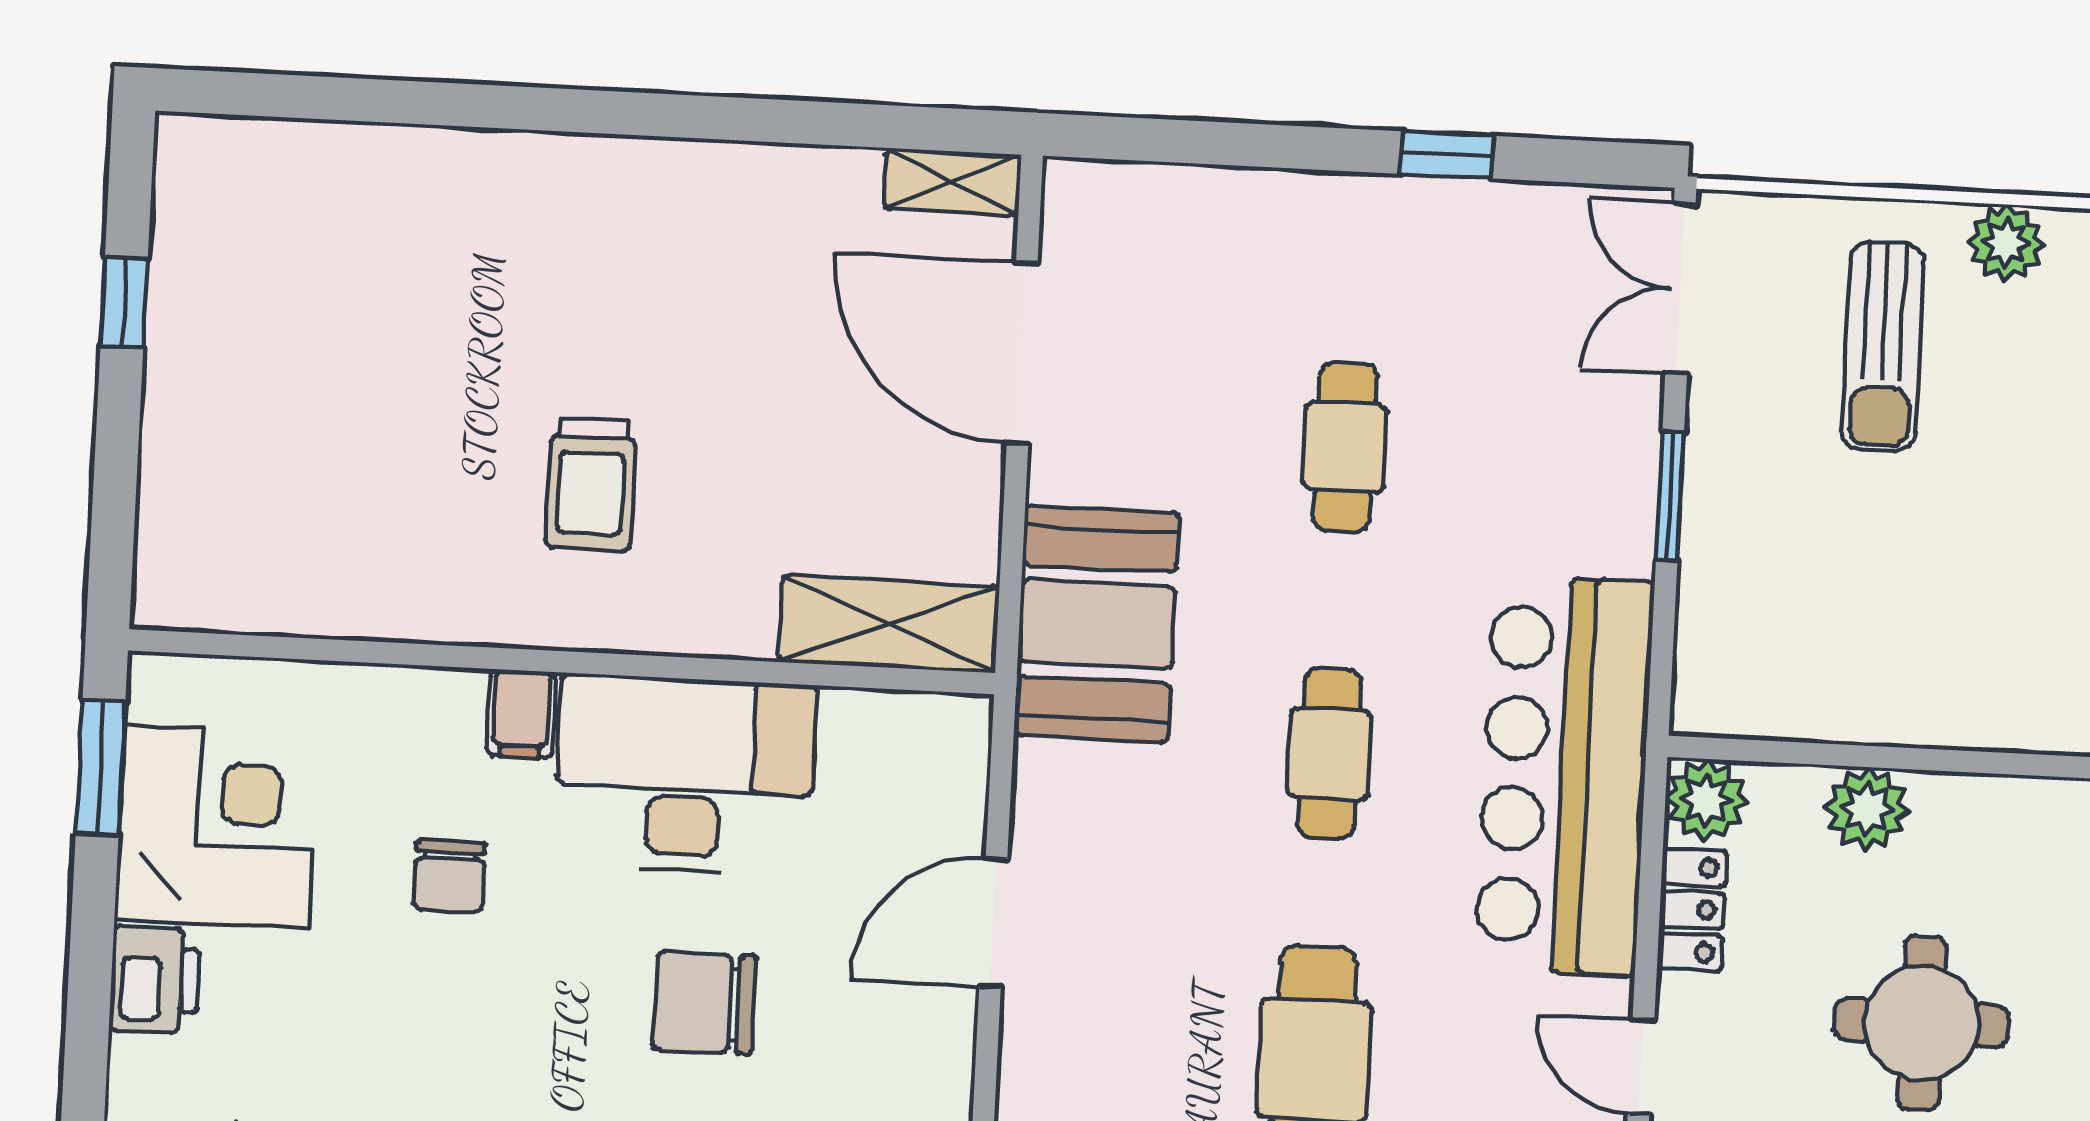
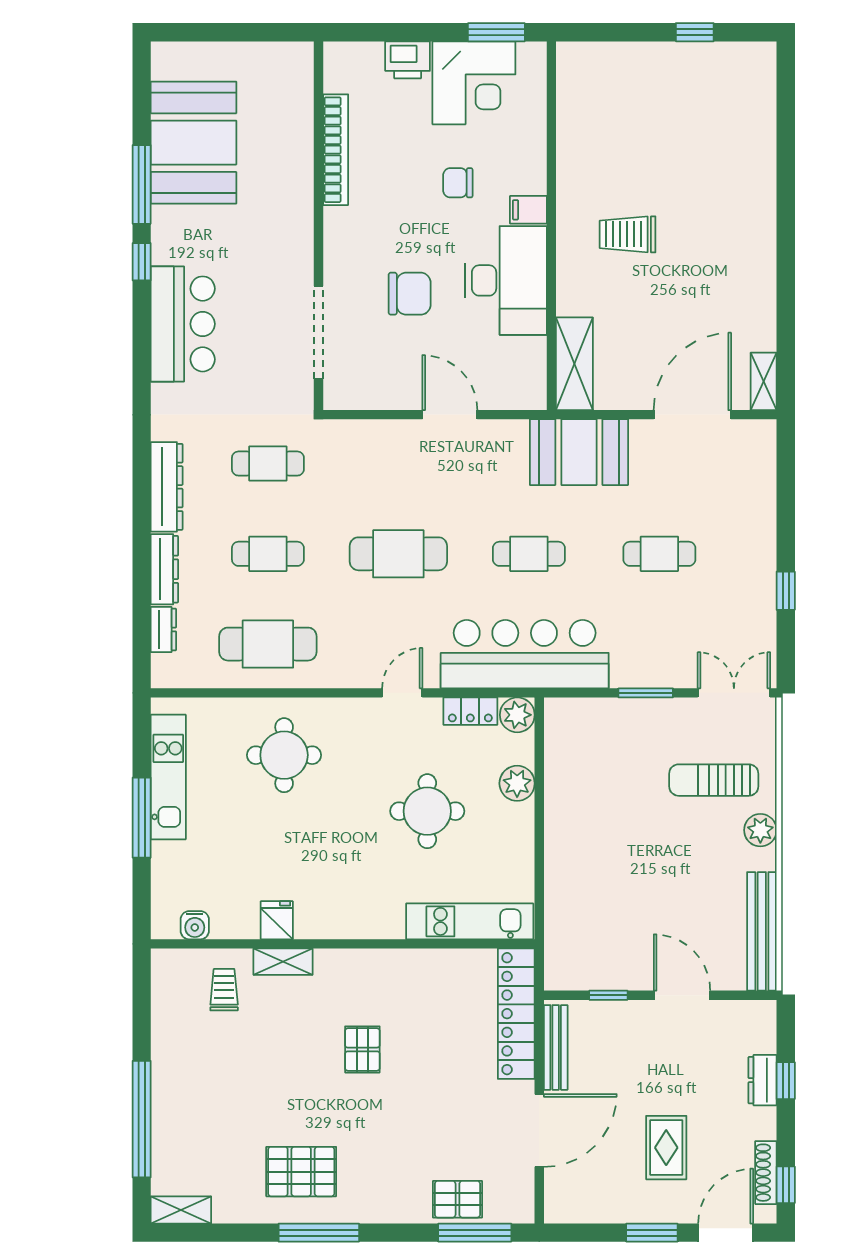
chair: (704, 1003) -> (410, 294), turned 90

